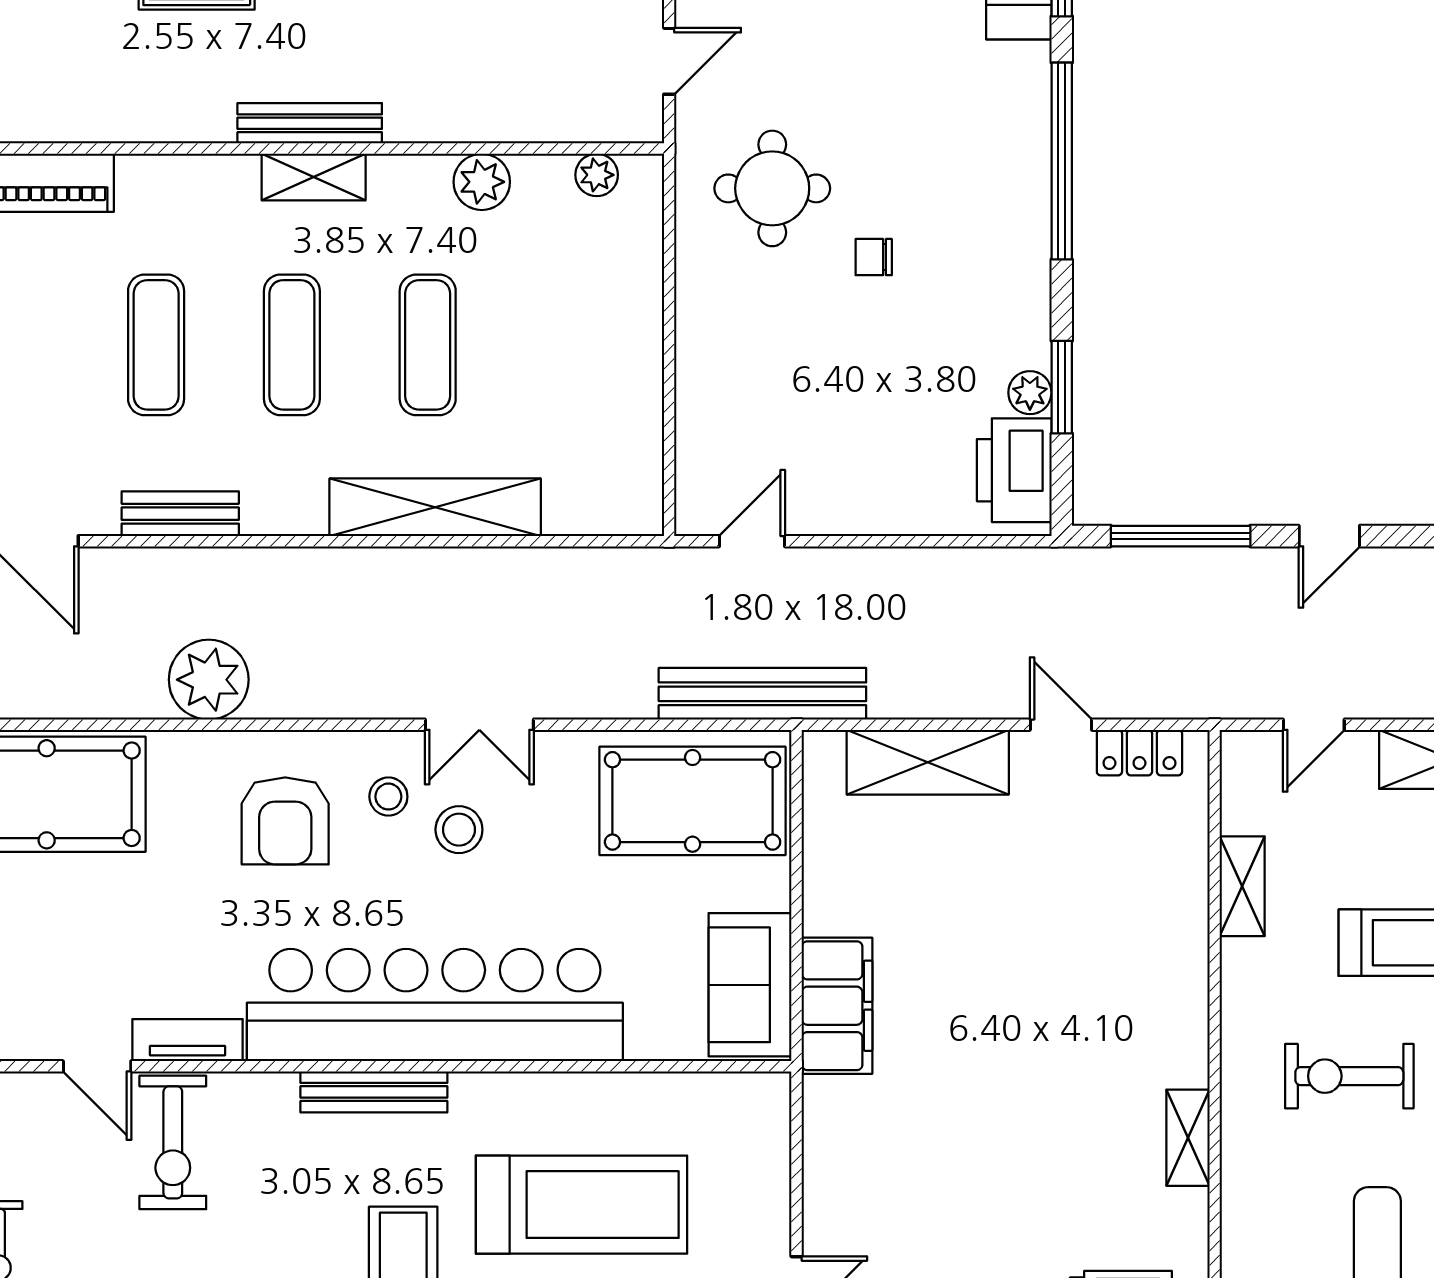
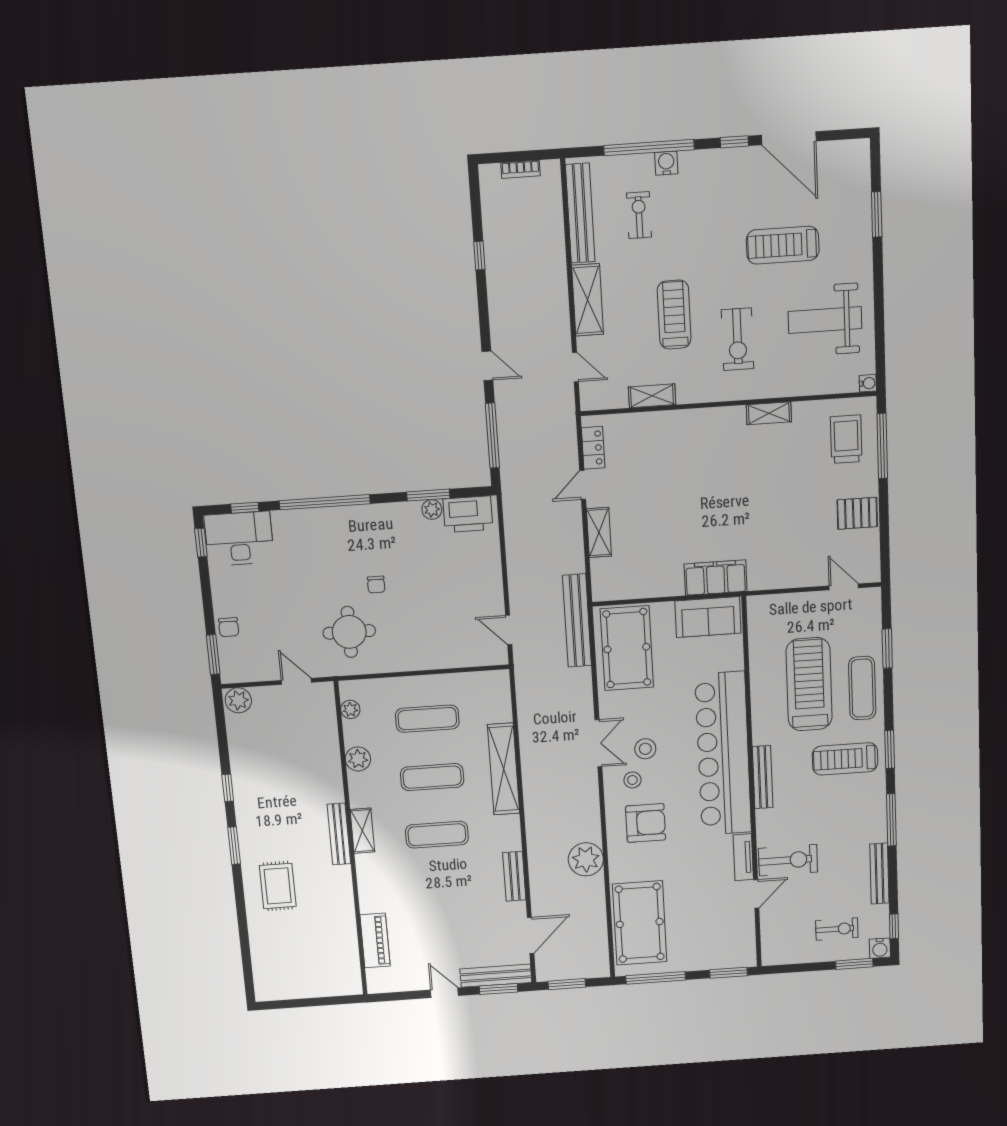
exercise mat: (156, 345) -> (427, 719), moved
shelving: (928, 762) -> (599, 532), width x0.67, depth x0.75

